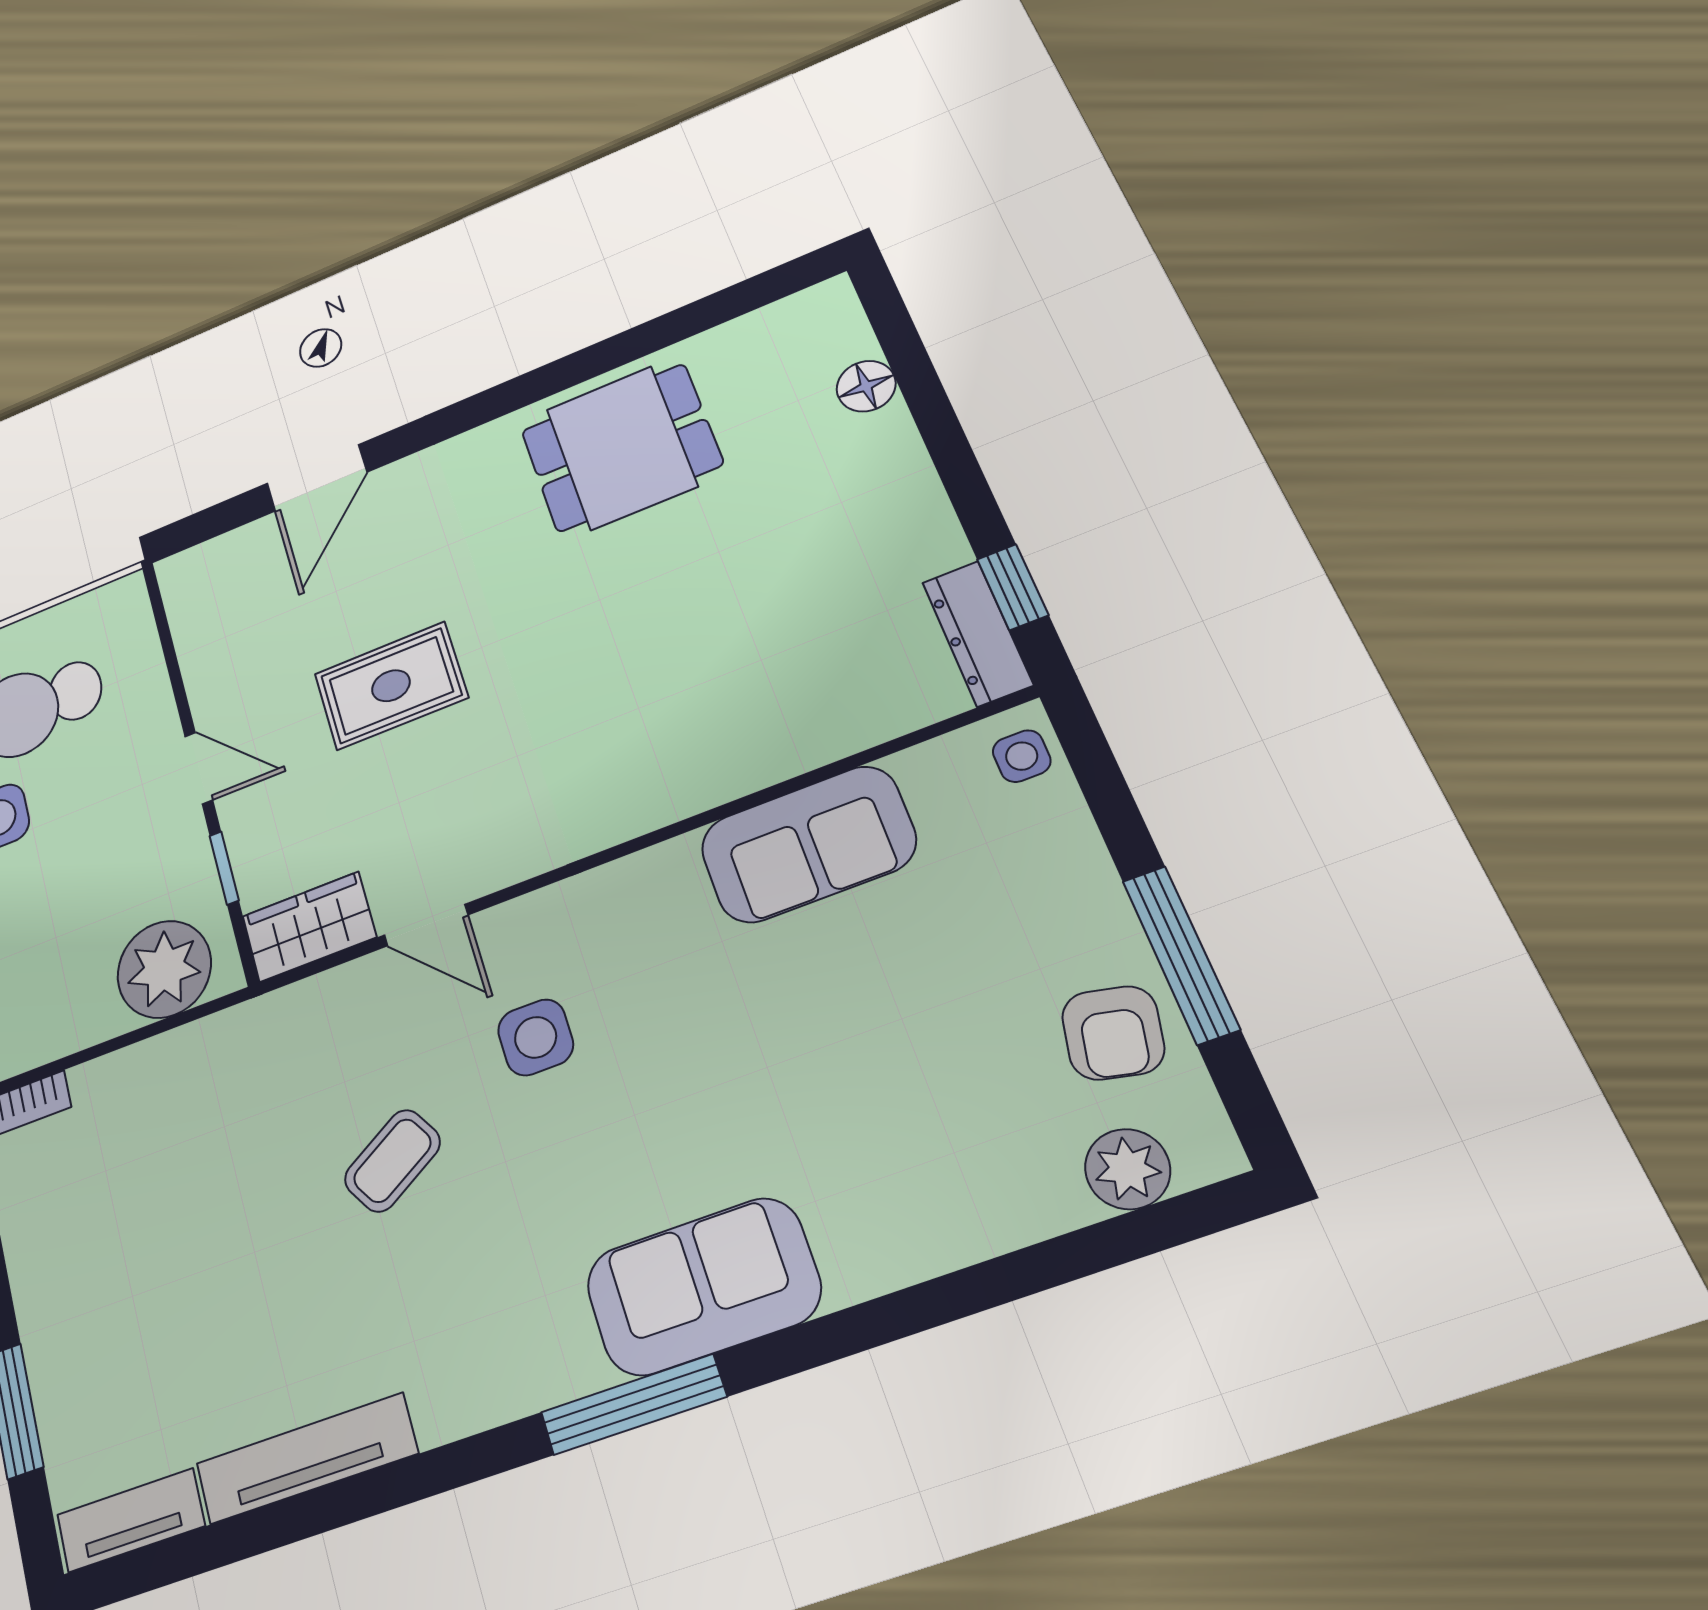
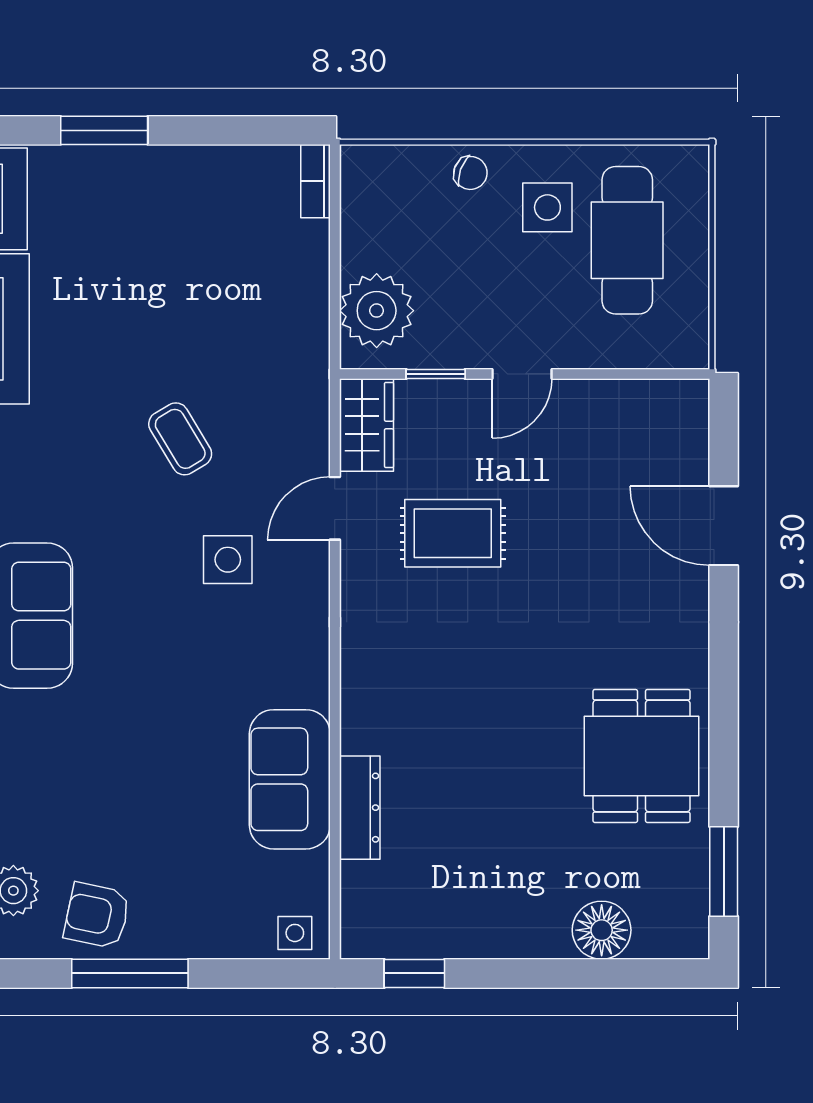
window: (731, 303) -> (724, 872), added
floor lamp: (866, 386) -> (602, 930), width x1.38, depth x1.38
dresser: (978, 633) -> (360, 808), moved, turned 90
rug: (391, 686) -> (453, 533), moved, turned 90

